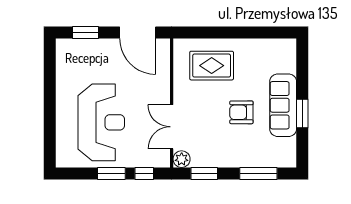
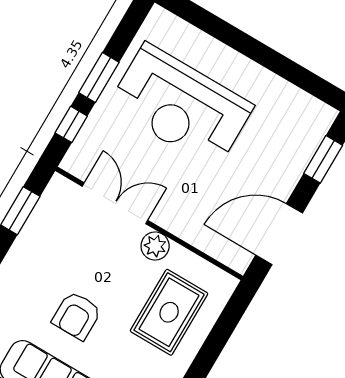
armchair: (241, 112) -> (77, 316), turned 180
plant: (182, 159) -> (155, 246), moved

